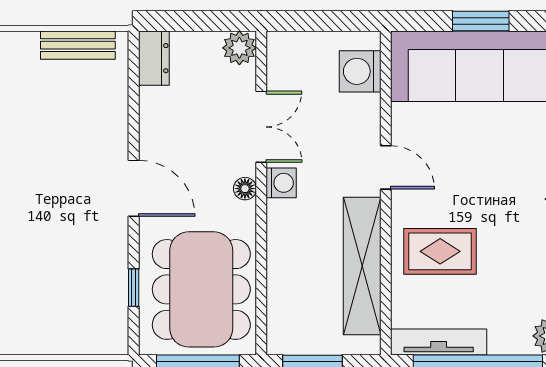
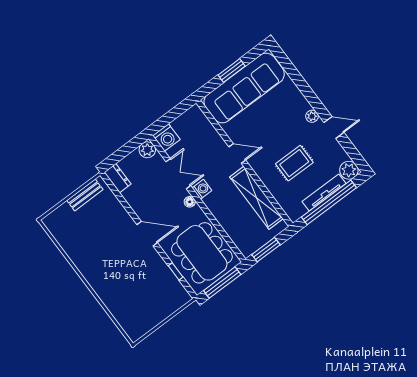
washing machine: (360, 71) -> (166, 138), moved, turned -90
rug: (440, 251) -> (294, 163), moved
tv unit: (439, 342) -> (324, 192), moved

